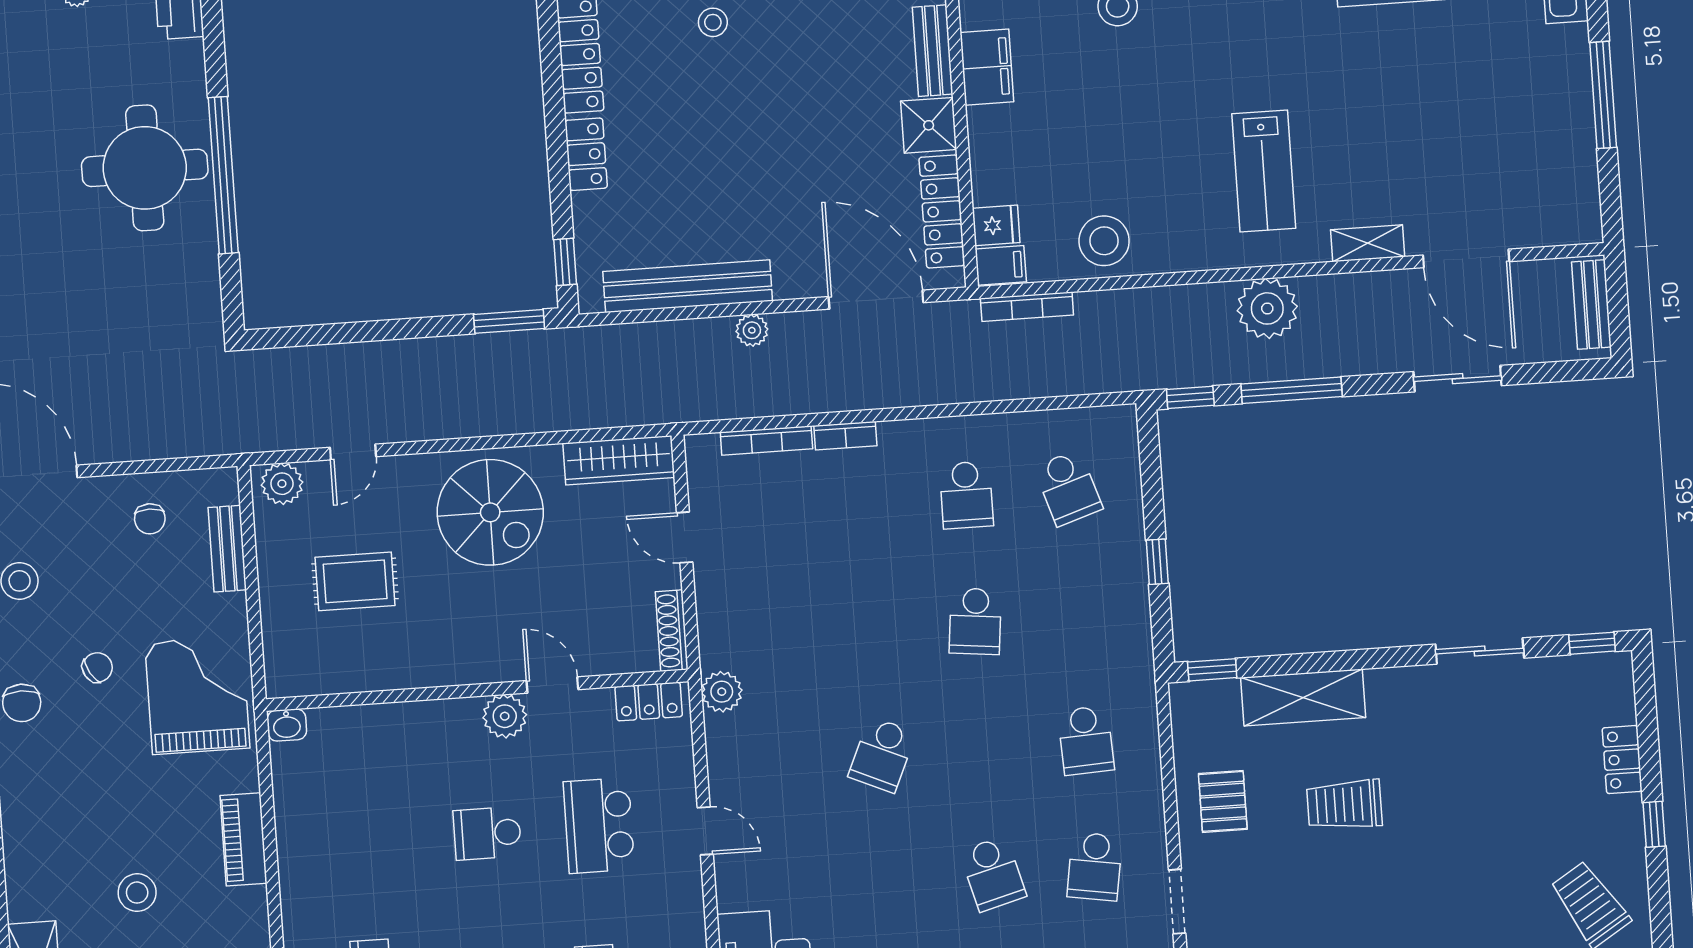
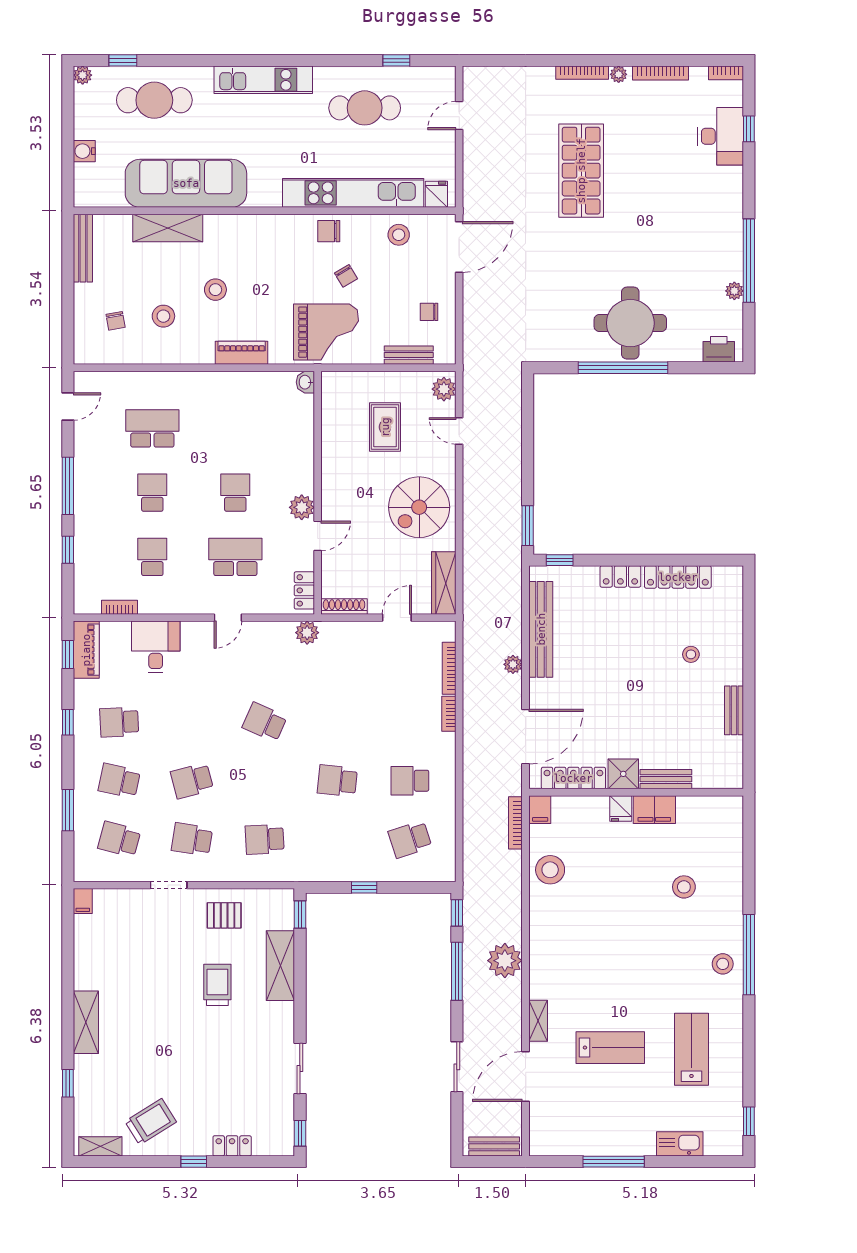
lab bench: (1264, 171) -> (610, 1048), moved, turned 180
fridge: (996, 225) -> (621, 809), moved

